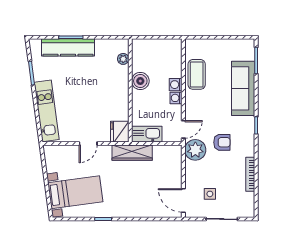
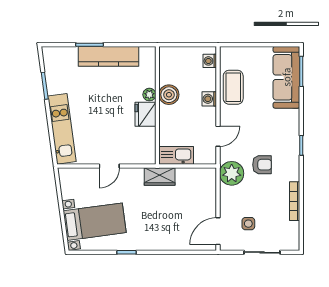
kitchen counter: (68, 47) -> (108, 56), moved
plant: (123, 59) -> (149, 95), moved
sofa: (243, 88) -> (286, 77), moved
washing machine: (176, 98) -> (210, 61), moved
door: (183, 129) -> (218, 136), moved
fridge: (120, 132) -> (145, 114), moved
wardrobe: (132, 153) -> (160, 177), width x0.67
door: (183, 200) -> (218, 231), hinge flipped

